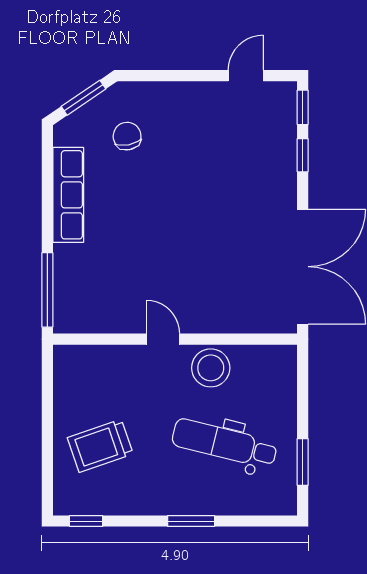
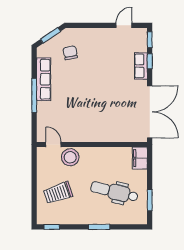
row of seats: (283, 165) -> (141, 66), added
window: (47, 290) -> (34, 95), moved
door: (163, 339) -> (54, 145), moved
stool: (211, 368) -> (70, 157), moved
filing cabinet: (281, 369) -> (140, 158), added

